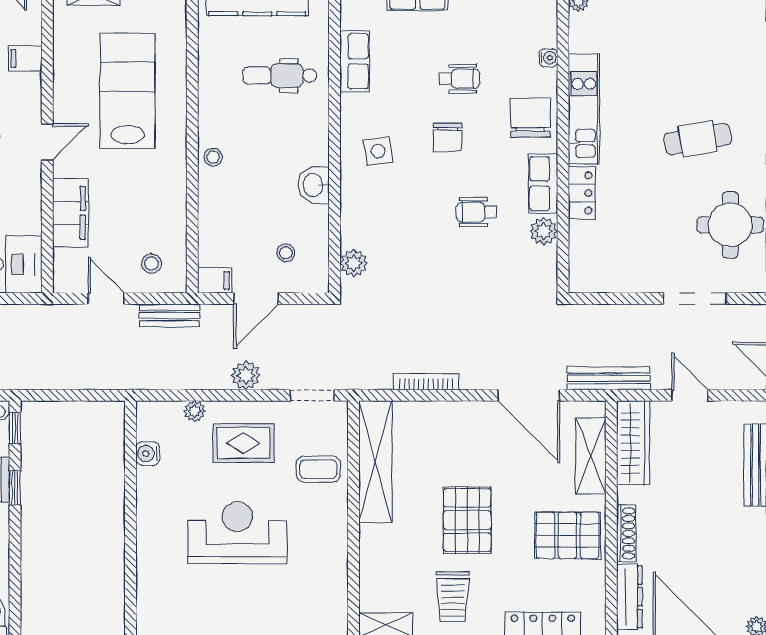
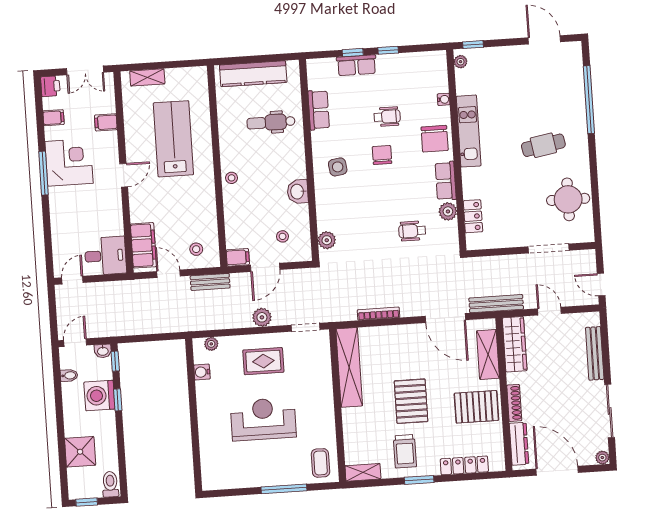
chair: (530, 118) -> (435, 139), turned 180
chair: (448, 137) -> (382, 155), turned 180
locker: (582, 193) -> (473, 216), moved
wheelchair: (477, 212) -> (412, 231), moved
filing cabinet: (70, 213) -> (143, 245), moved
plant: (195, 411) -> (211, 344), moved
coffee table: (318, 469) -> (320, 463), moved, turned 90

